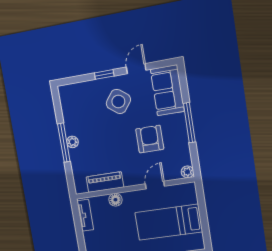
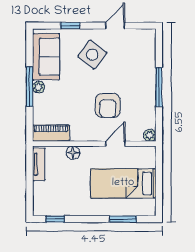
window: (104, 74) -> (70, 26), moved
sofa: (167, 90) -> (46, 57), moved, turned 180
armchair: (150, 139) -> (108, 106), moved, turned 180
piano: (105, 182) -> (51, 133), moved

